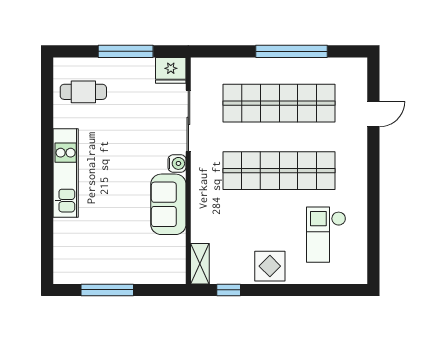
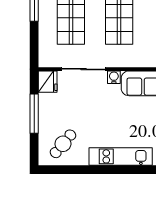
cafe table: (83, 92) -> (63, 144), turned 40

